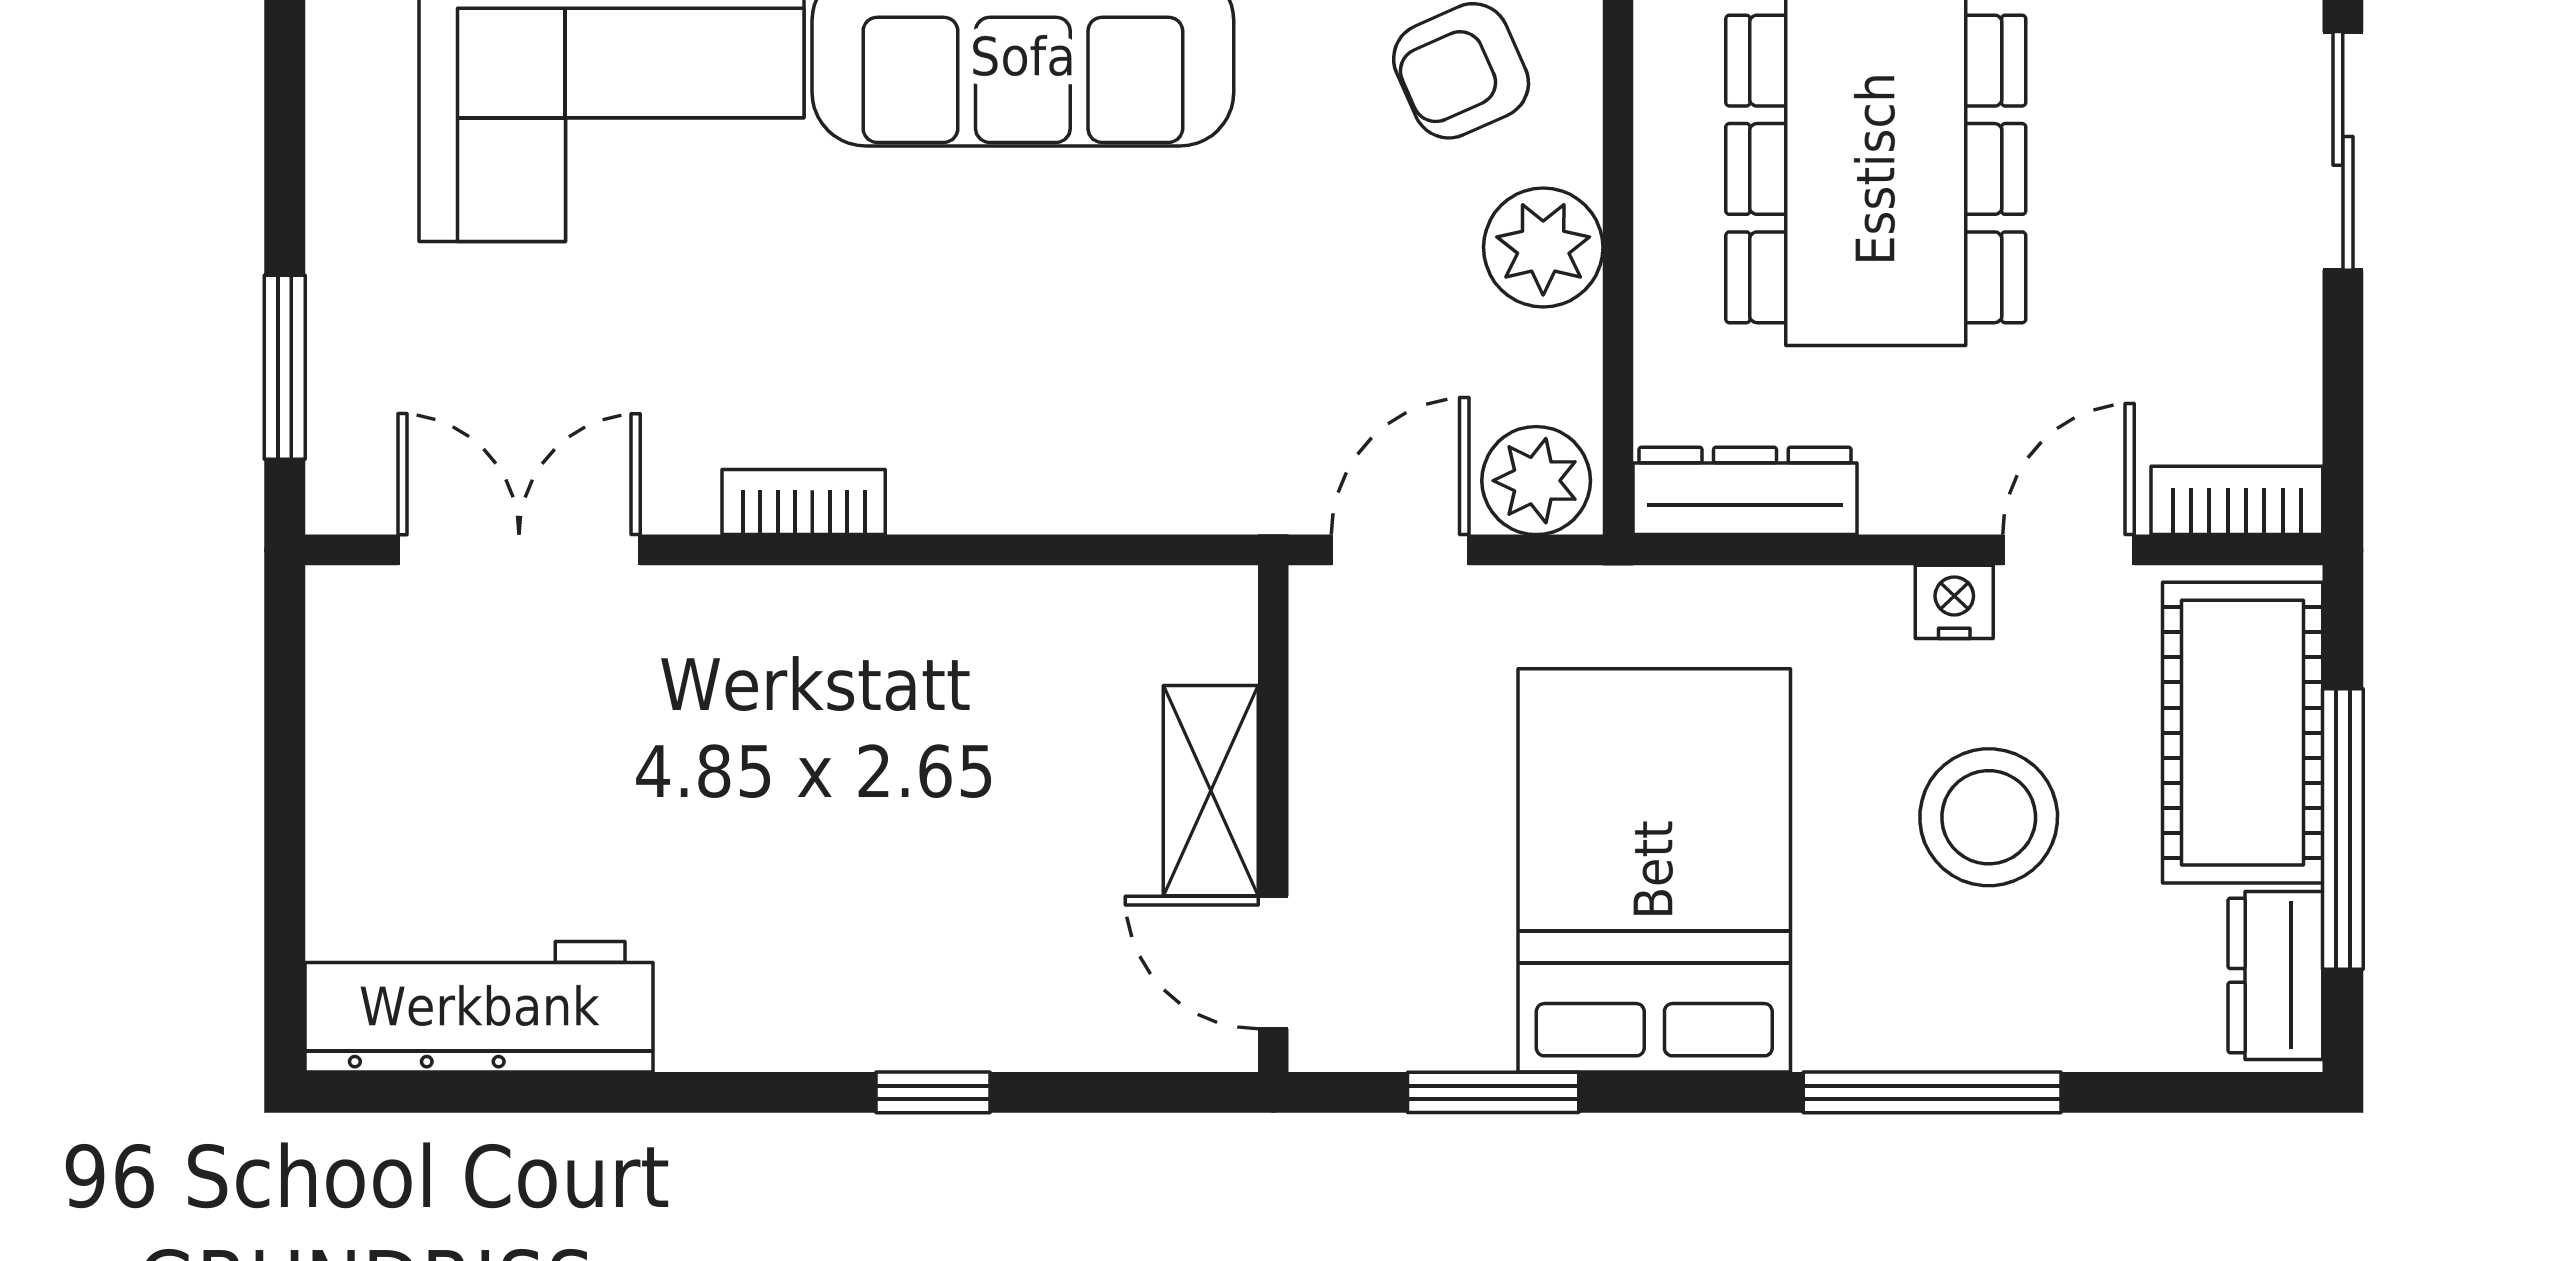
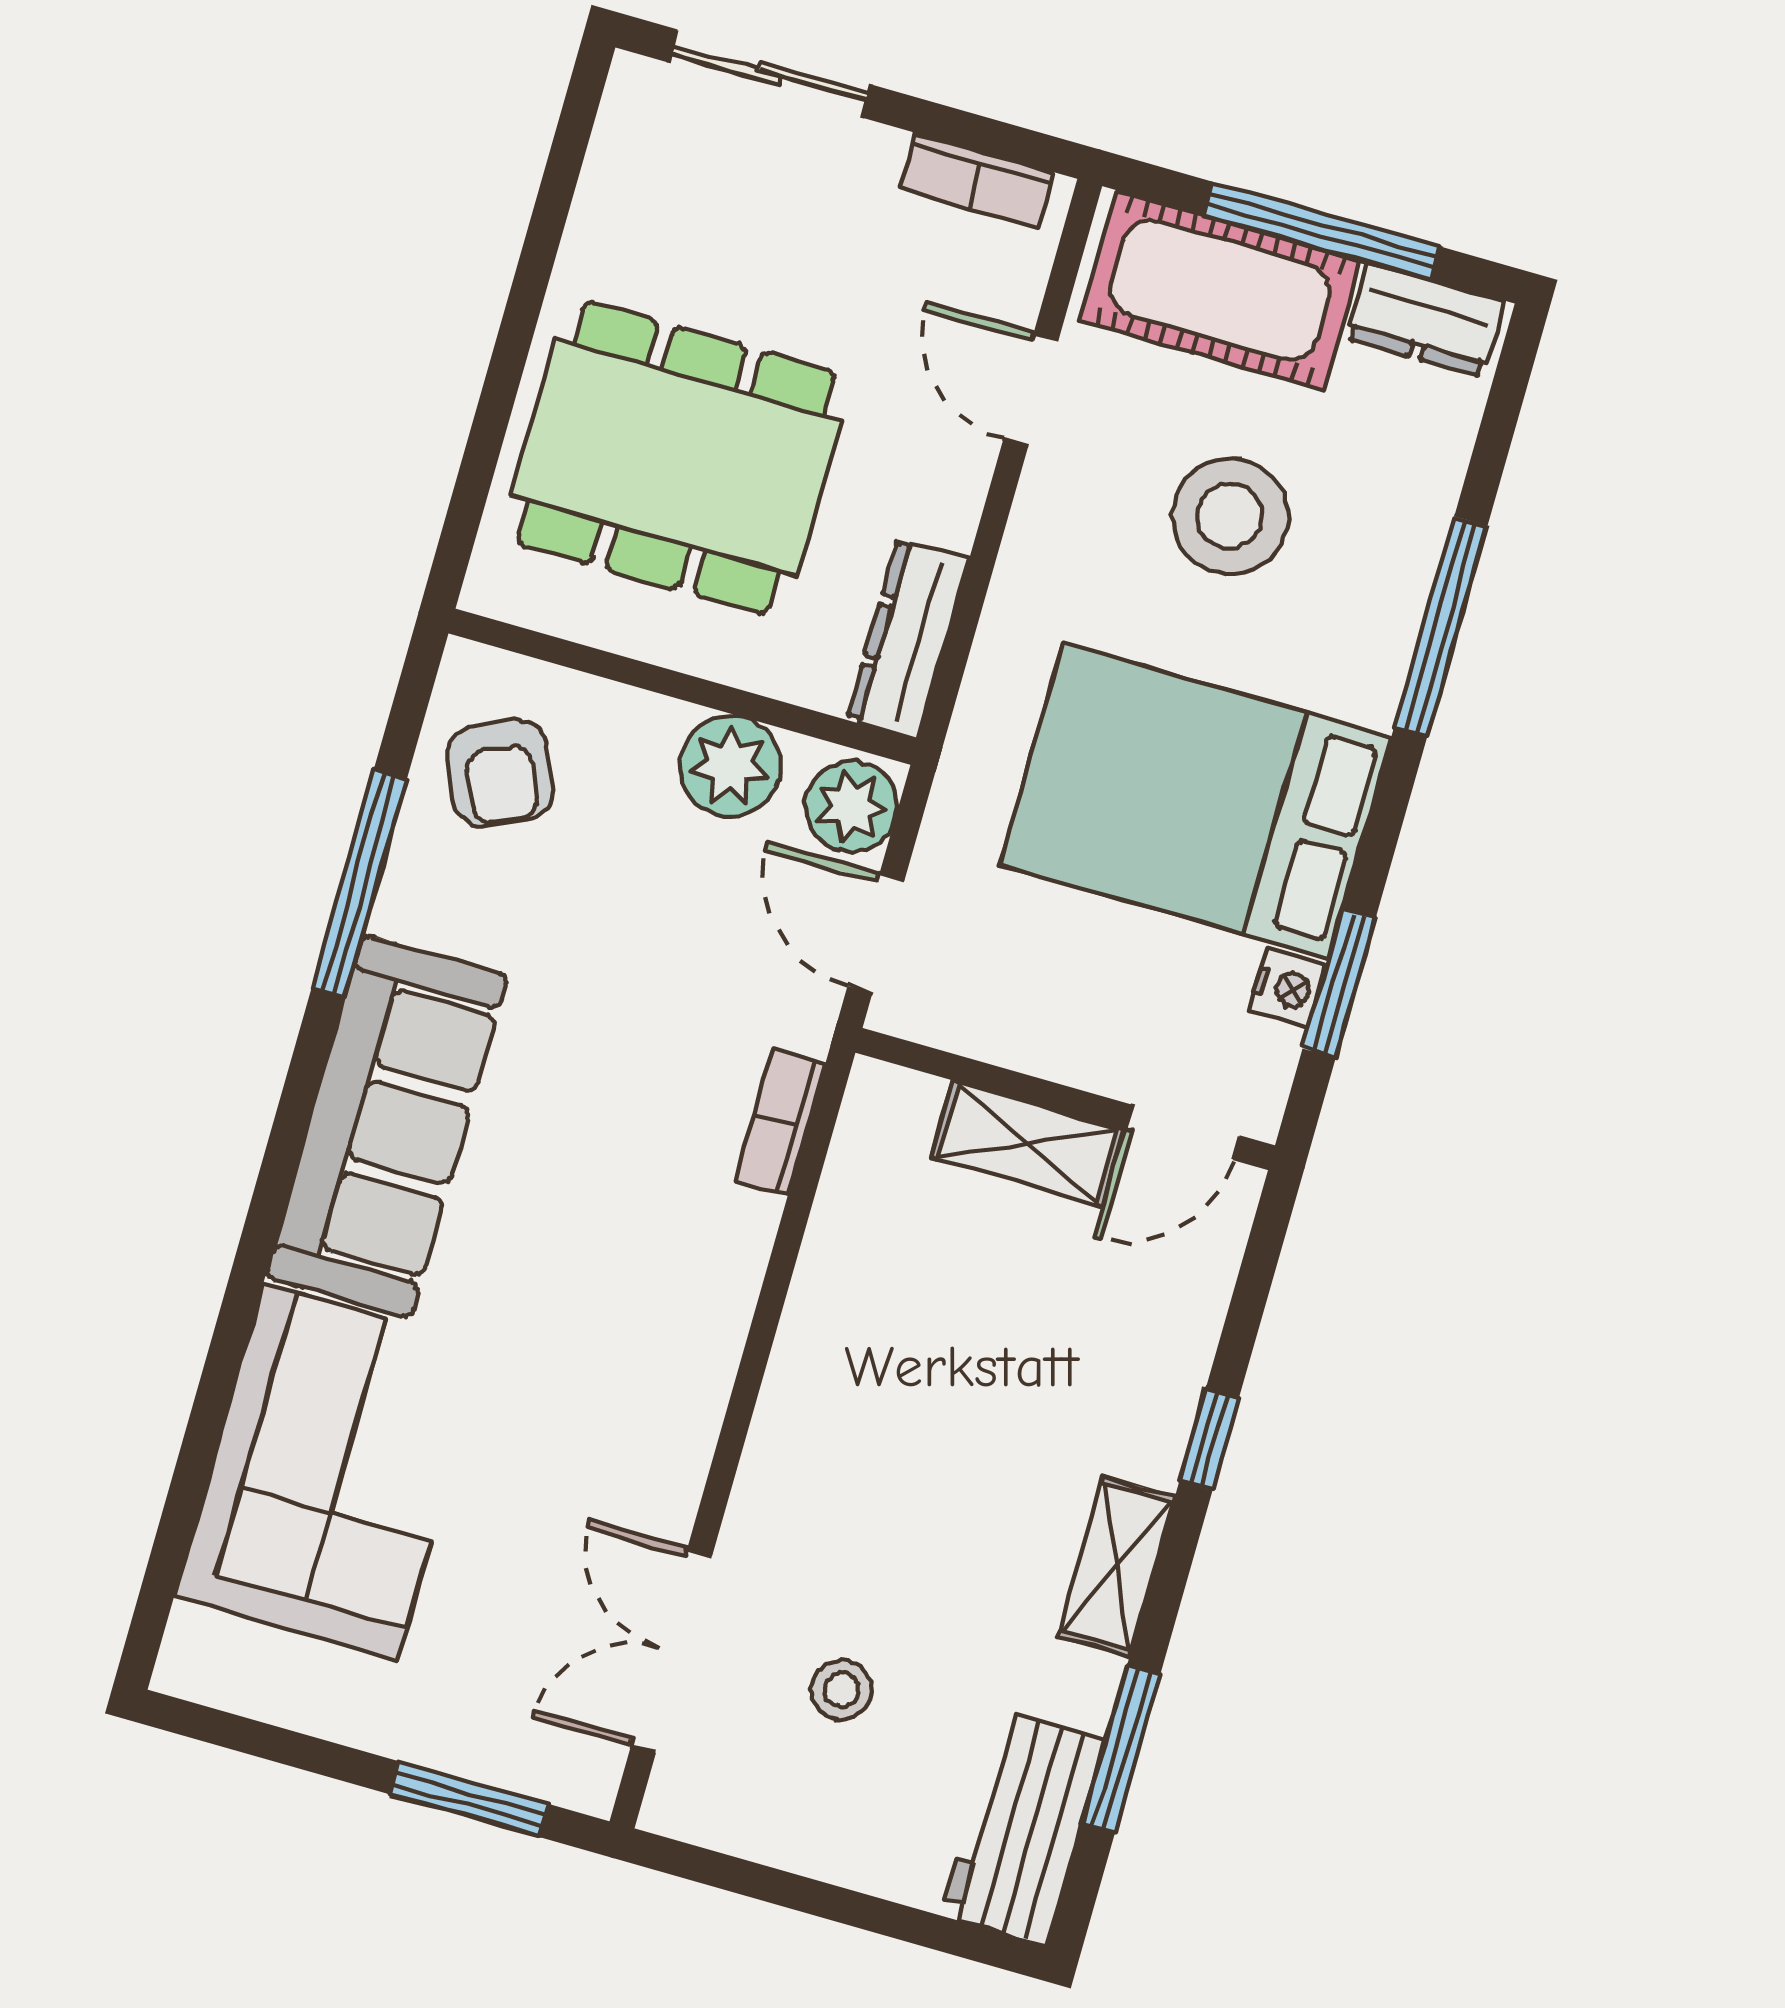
plant: (1543, 247) -> (730, 766), moved
bookcase: (2237, 500) -> (977, 180), moved, turned -90
bookcase: (804, 502) -> (780, 1122), moved
nightstand: (1954, 602) -> (1288, 988), moved, turned 180
stool: (530, 756) -> (842, 1689), added
workbench: (479, 1007) -> (1023, 1828), width x0.73
shelving: (759, 1028) -> (1116, 1566), added
window: (553, 1092) -> (1121, 1749), added

